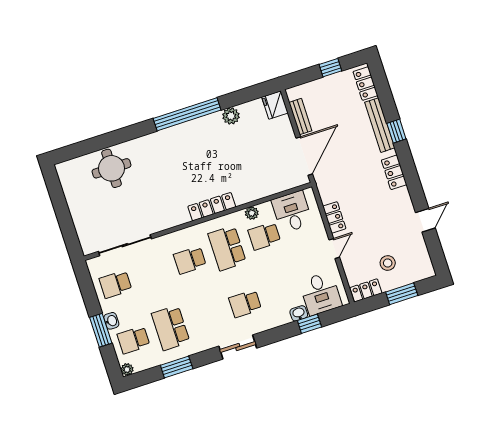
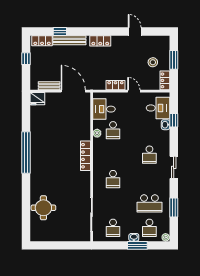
plant: (231, 116) -> (35, 127), removed
window: (396, 131) -> (60, 32), moved
school desk: (227, 248) -> (113, 155), removed

